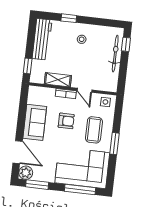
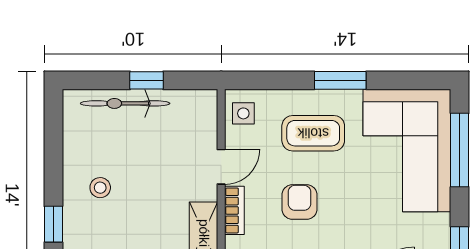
window: (126, 44) -> (147, 80), moved

